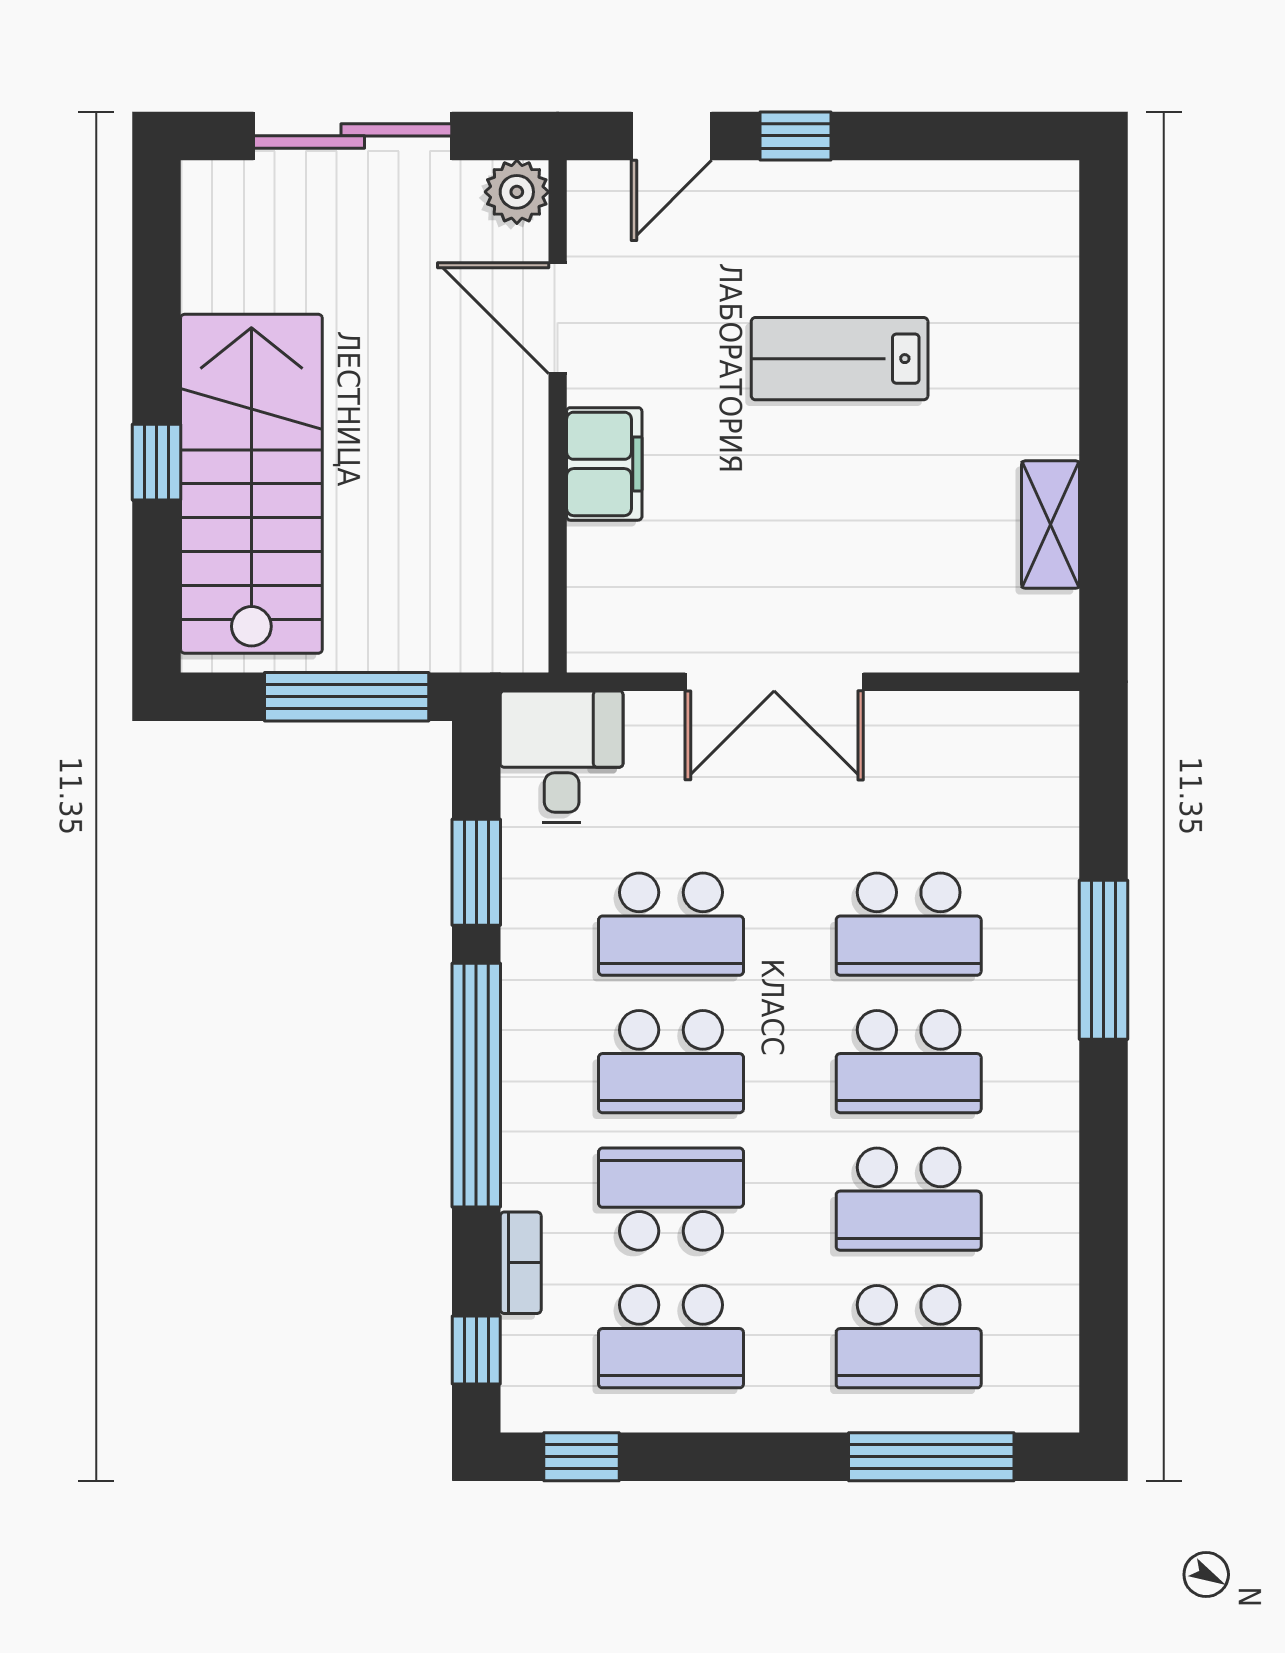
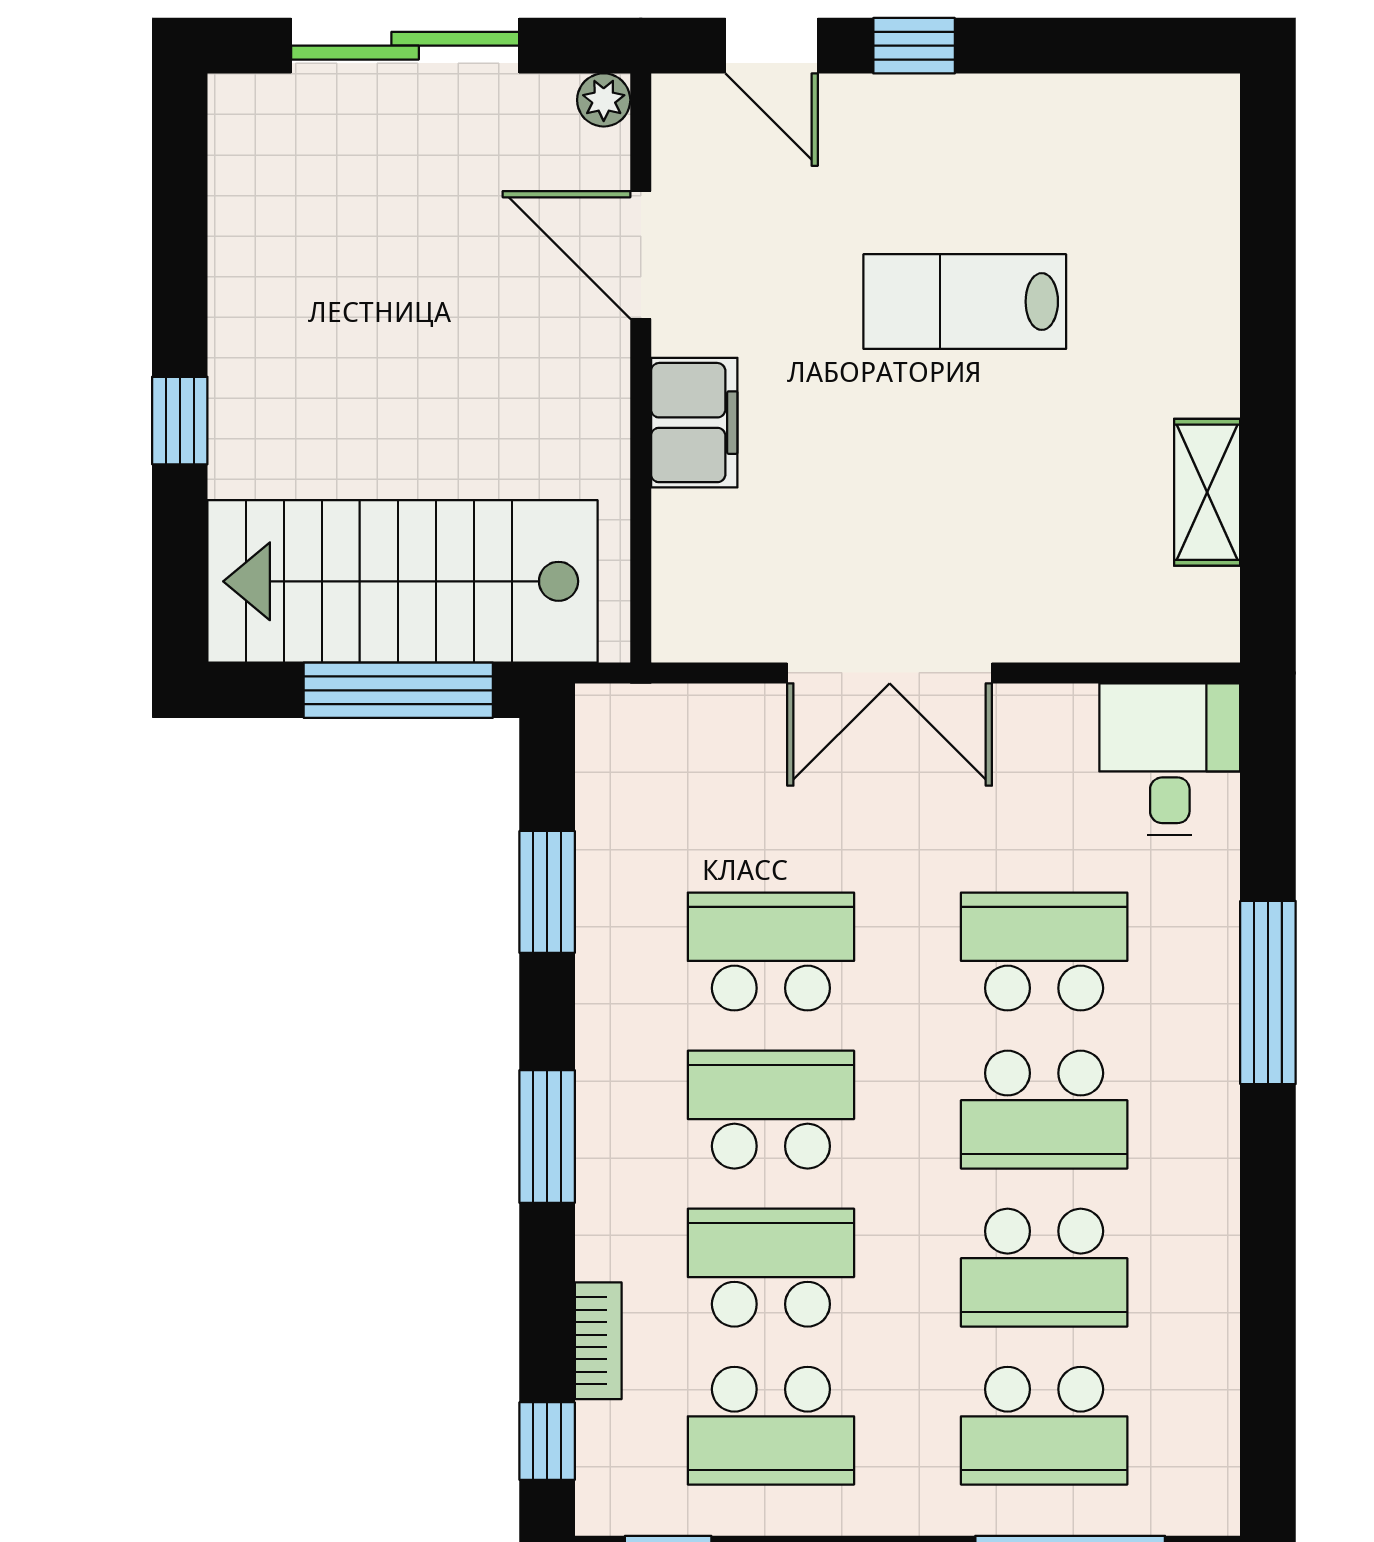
door: (672, 136) -> (772, 46), hinge flipped
plant: (517, 192) -> (604, 100), width x0.73, depth x0.73
stairs: (251, 484) -> (402, 581), moved, turned -90
desk: (562, 757) -> (1170, 759), moved
school desk: (671, 924) -> (771, 952), turned 180
school desk: (909, 924) -> (1044, 952), turned 180
school desk: (671, 1062) -> (771, 1110), turned 180
window: (476, 1085) -> (547, 1137), width x0.47

